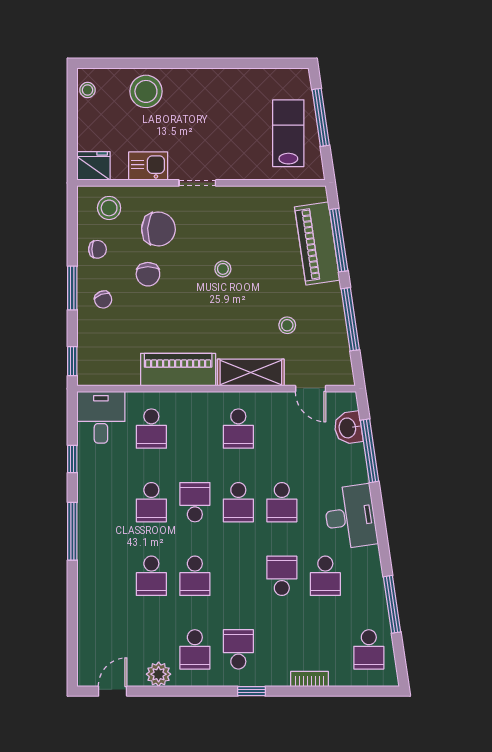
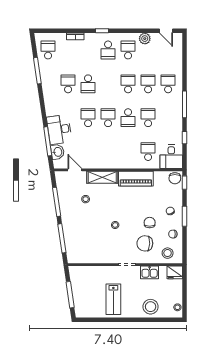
lab bench: (288, 133) -> (113, 299), moved
piano: (317, 243) -> (72, 237), removed
chair: (93, 371) -> (175, 178), added
school desk: (238, 429) -> (168, 84), moved
desk: (350, 517) -> (59, 129), moved
door: (113, 691) -> (166, 31), hinge flipped

